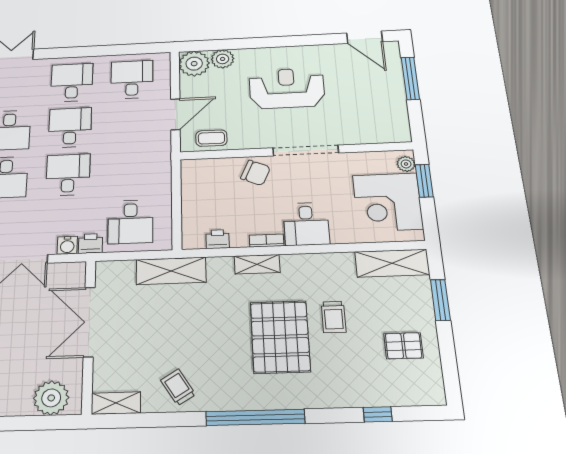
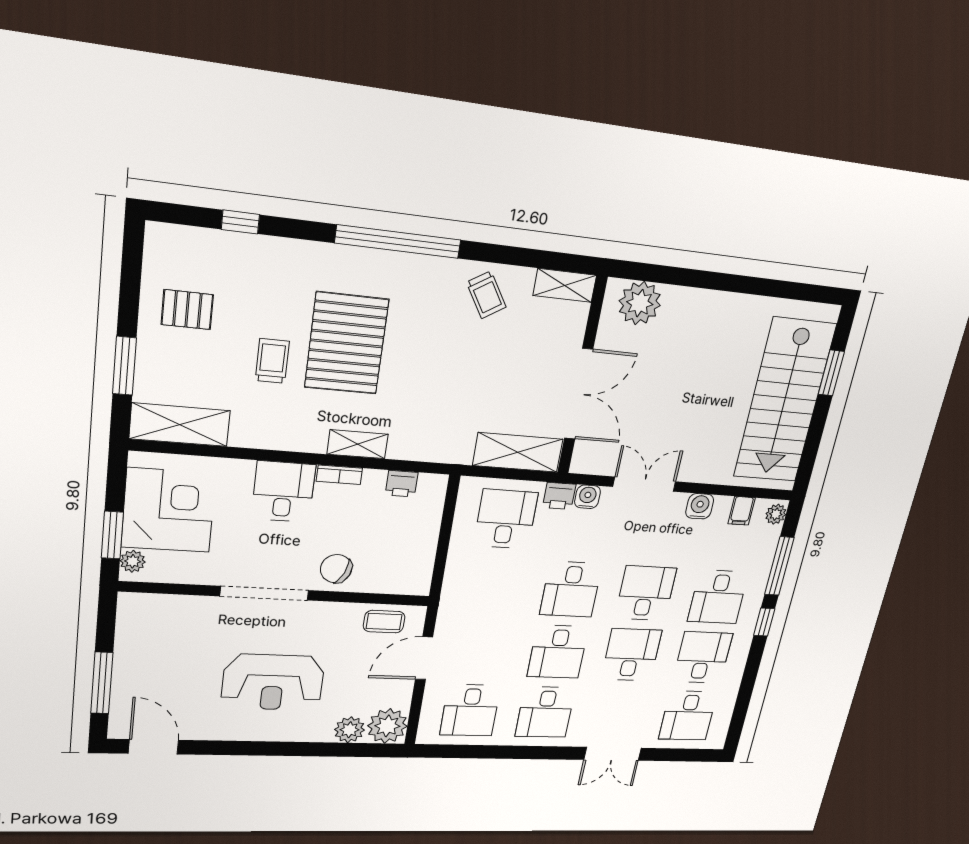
shelving: (171, 271) -> (518, 452), moved

